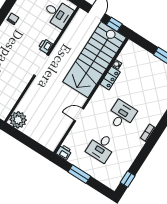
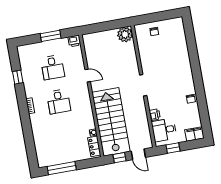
printer: (46, 46) -> (155, 115), moved
locker: (110, 78) -> (94, 146), moved
door: (79, 115) -> (88, 76), hinge flipped
desk: (101, 147) -> (53, 67), turned 180
window: (128, 179) -> (18, 77), moved

